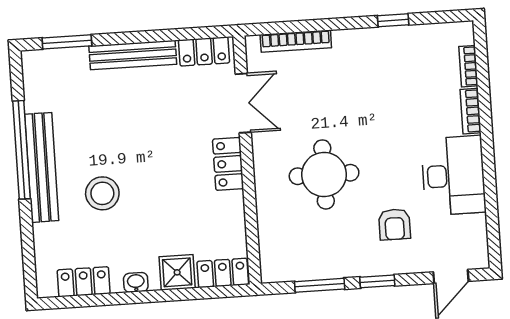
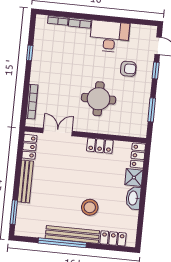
locker: (228, 164) -> (100, 146), moved
window: (377, 281) -> (156, 71), moved
locker: (84, 282) -> (113, 238), moved, turned 90
washbasin: (136, 282) -> (133, 198), width x1.91, depth x1.45

